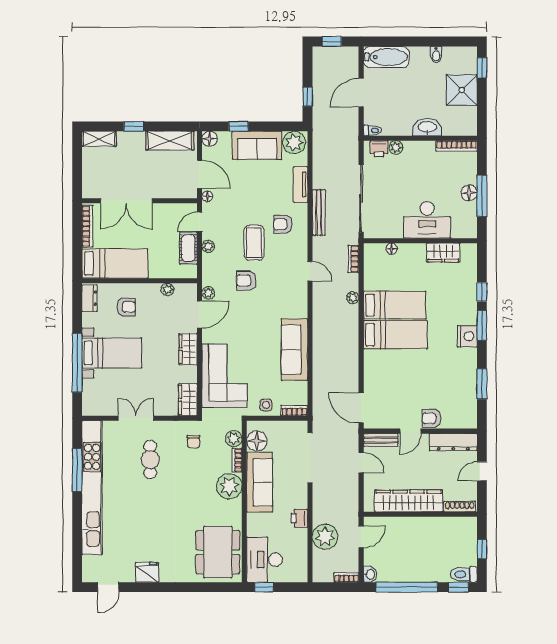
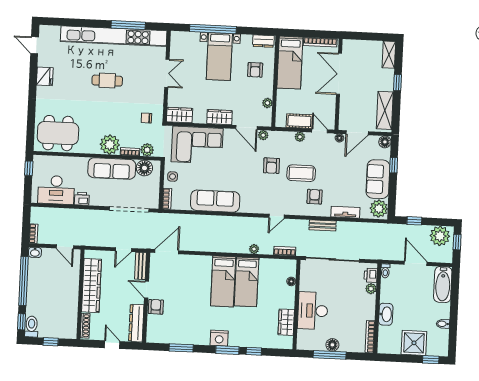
bench: (319, 212) -> (323, 225), width x0.73
armchair: (246, 281) -> (271, 166), turned 180
cafe table: (150, 460) -> (107, 81), moved
plant: (325, 537) -> (440, 236), moved
desk: (265, 560) -> (56, 190), moved, turned 180

